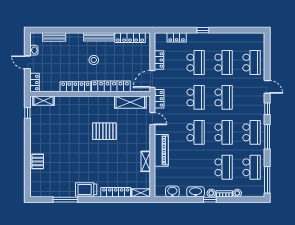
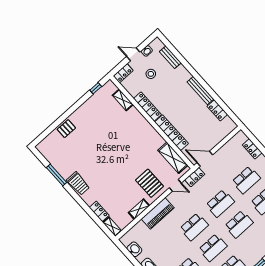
locker: (130, 38) -> (217, 110), width x0.66
stool: (94, 60) -> (151, 74), moved
locker: (159, 60) -> (224, 151), removed
door: (27, 62) -> (133, 54), hinge flipped
shelving: (43, 101) -> (123, 100), moved
door: (152, 119) -> (175, 185), hinge flipped
pallet: (104, 131) -> (150, 183), moved
trolley: (86, 189) -> (78, 184), turned 180
locker: (116, 192) -> (99, 211), width x0.66

